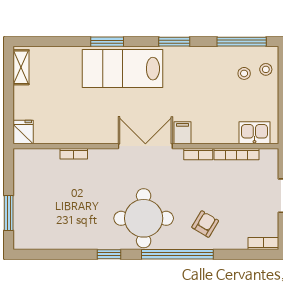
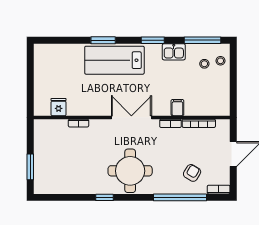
shelving: (21, 67) -> (40, 59), removed
fridge: (23, 132) -> (59, 107), moved
filing cabinet: (183, 133) -> (177, 108), moved
kitchen sink: (254, 133) -> (174, 52), moved, turned 180
armchair: (205, 224) -> (192, 173), moved
window: (177, 254) -> (180, 197), moved

